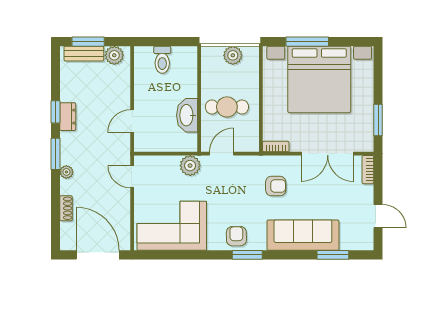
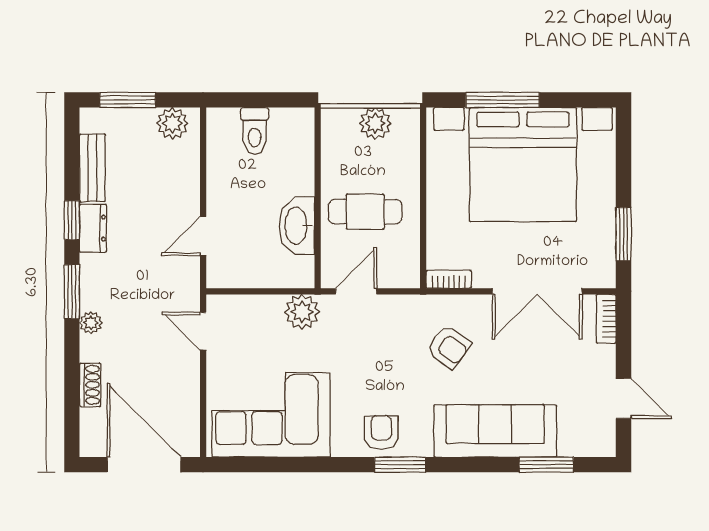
bench: (84, 54) -> (92, 168), moved, turned 90
armchair: (276, 186) -> (449, 347), turned 36

